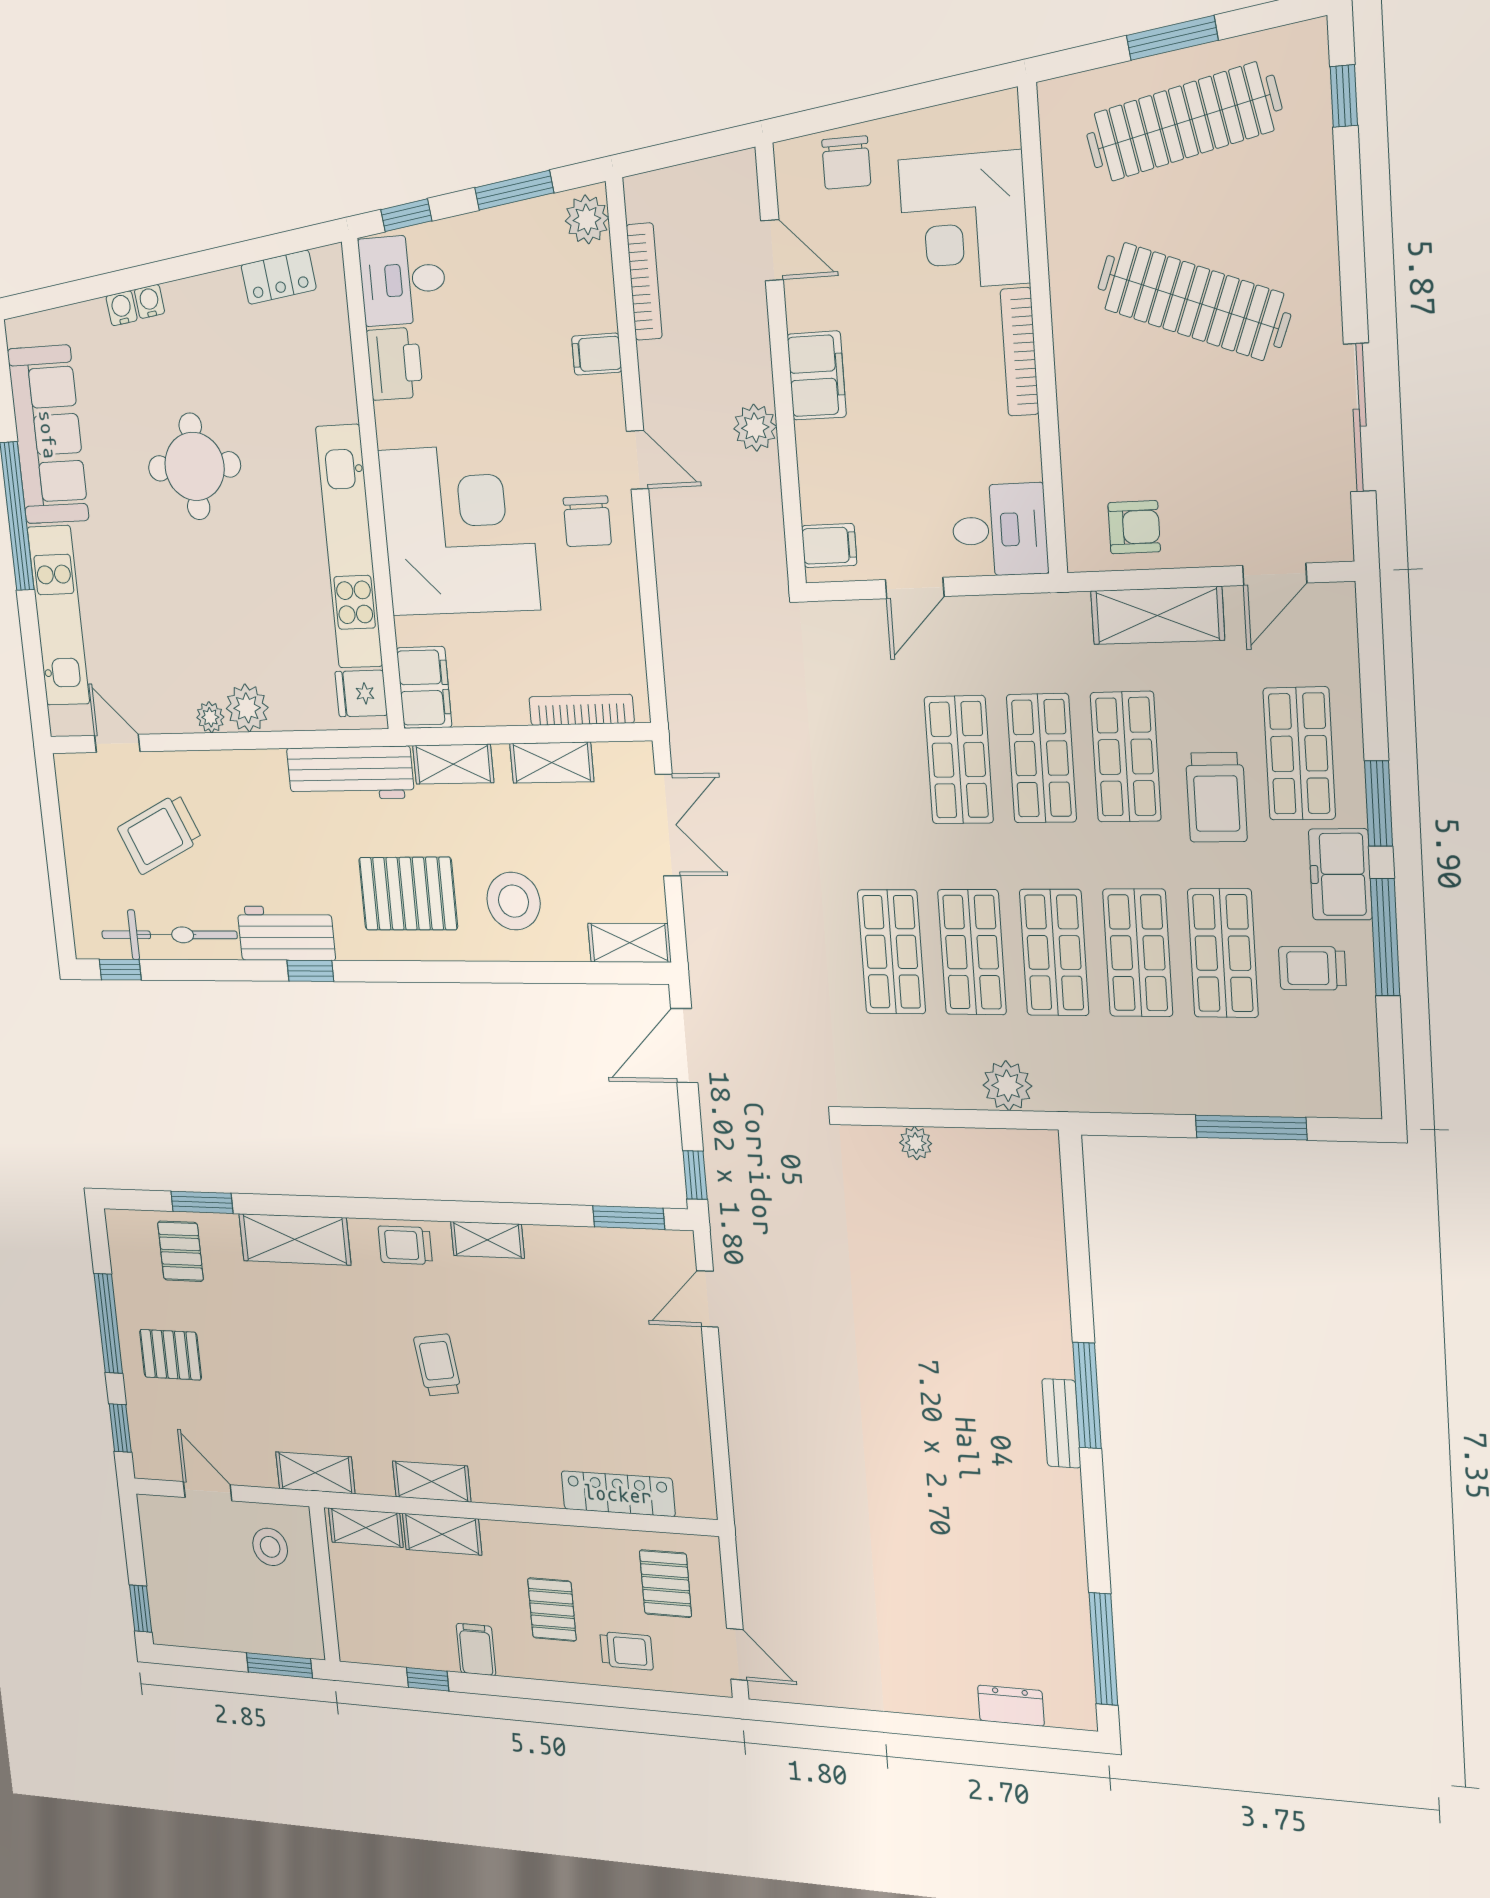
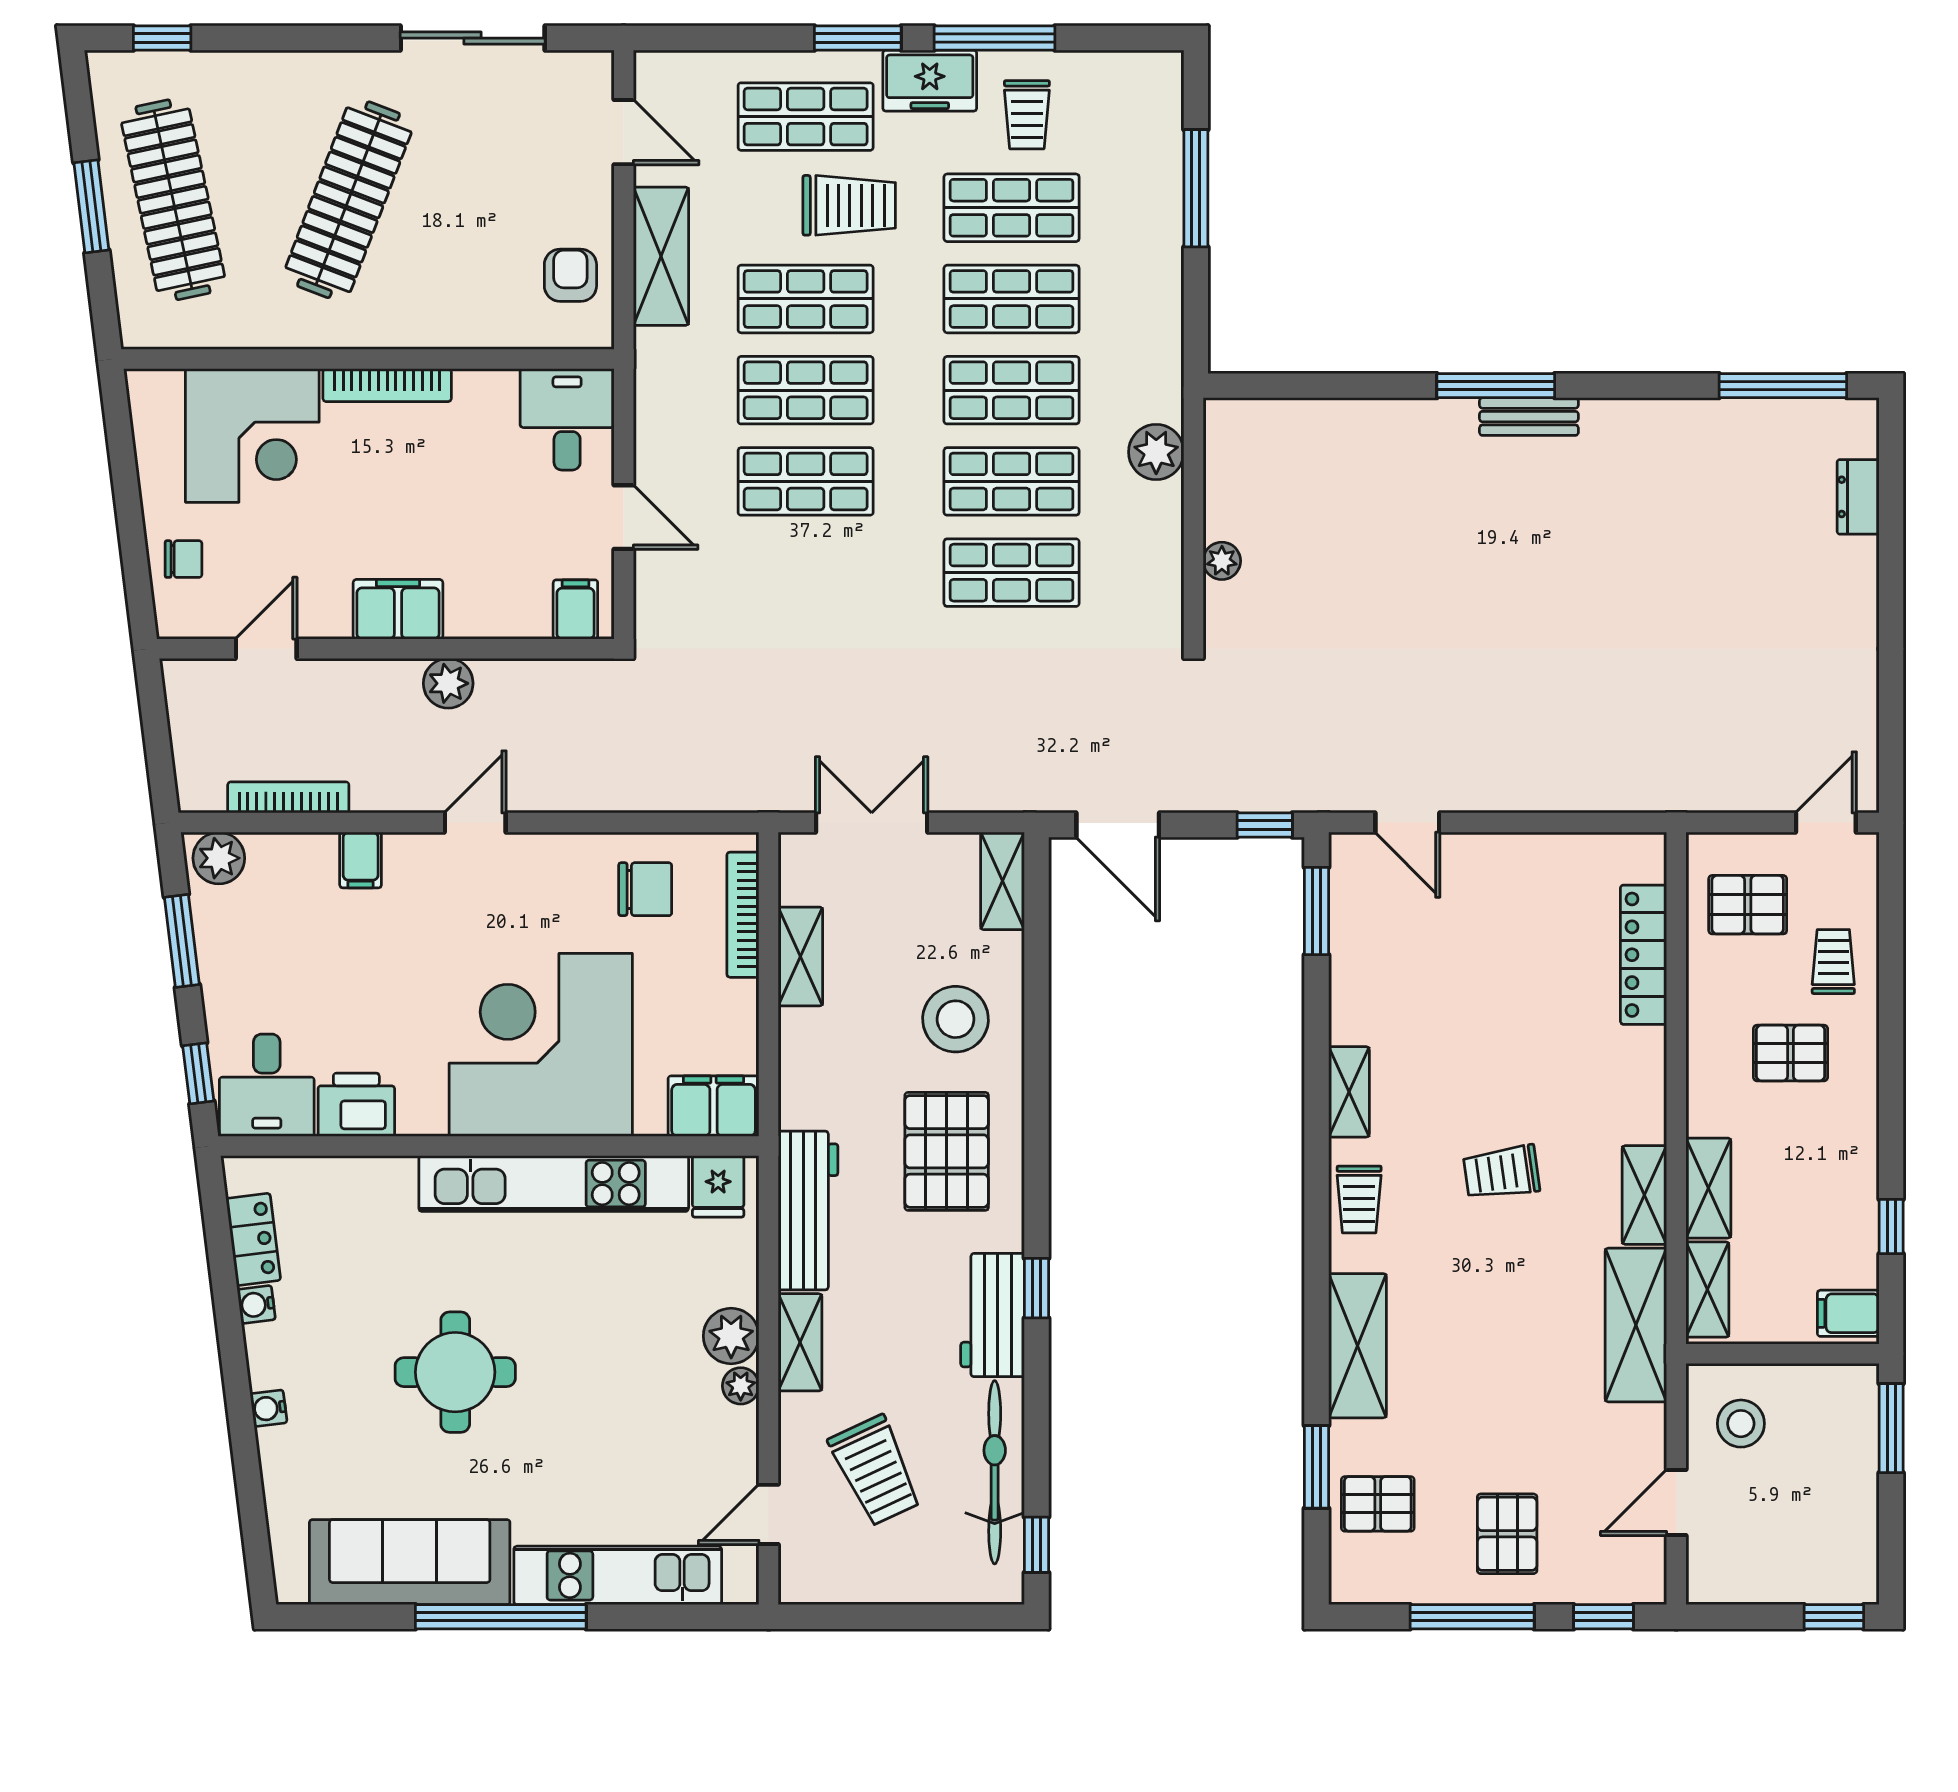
chair: (846, 163) -> (184, 559), width x0.73, depth x0.73
water cooler: (122, 308) -> (256, 1304), moved
chair: (587, 521) -> (645, 889), moved
shelving: (453, 764) -> (800, 1342), moved
shelving: (315, 1473) -> (1636, 1325), width x1.50, depth x1.33
filing cabinet: (476, 1650) -> (1848, 1313), moved

